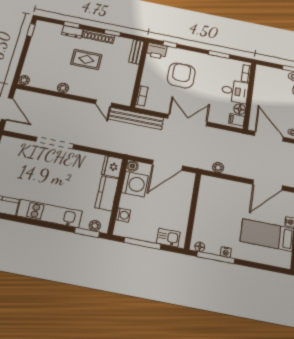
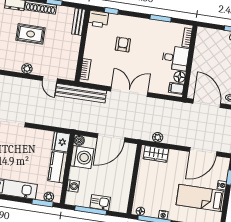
armchair: (181, 75) -> (123, 44), width x0.53, depth x0.53
plant: (63, 88) -> (27, 69), moved
wardrobe: (217, 185) -> (156, 154), added
kitchen sink: (168, 238) -> (100, 202), moved

